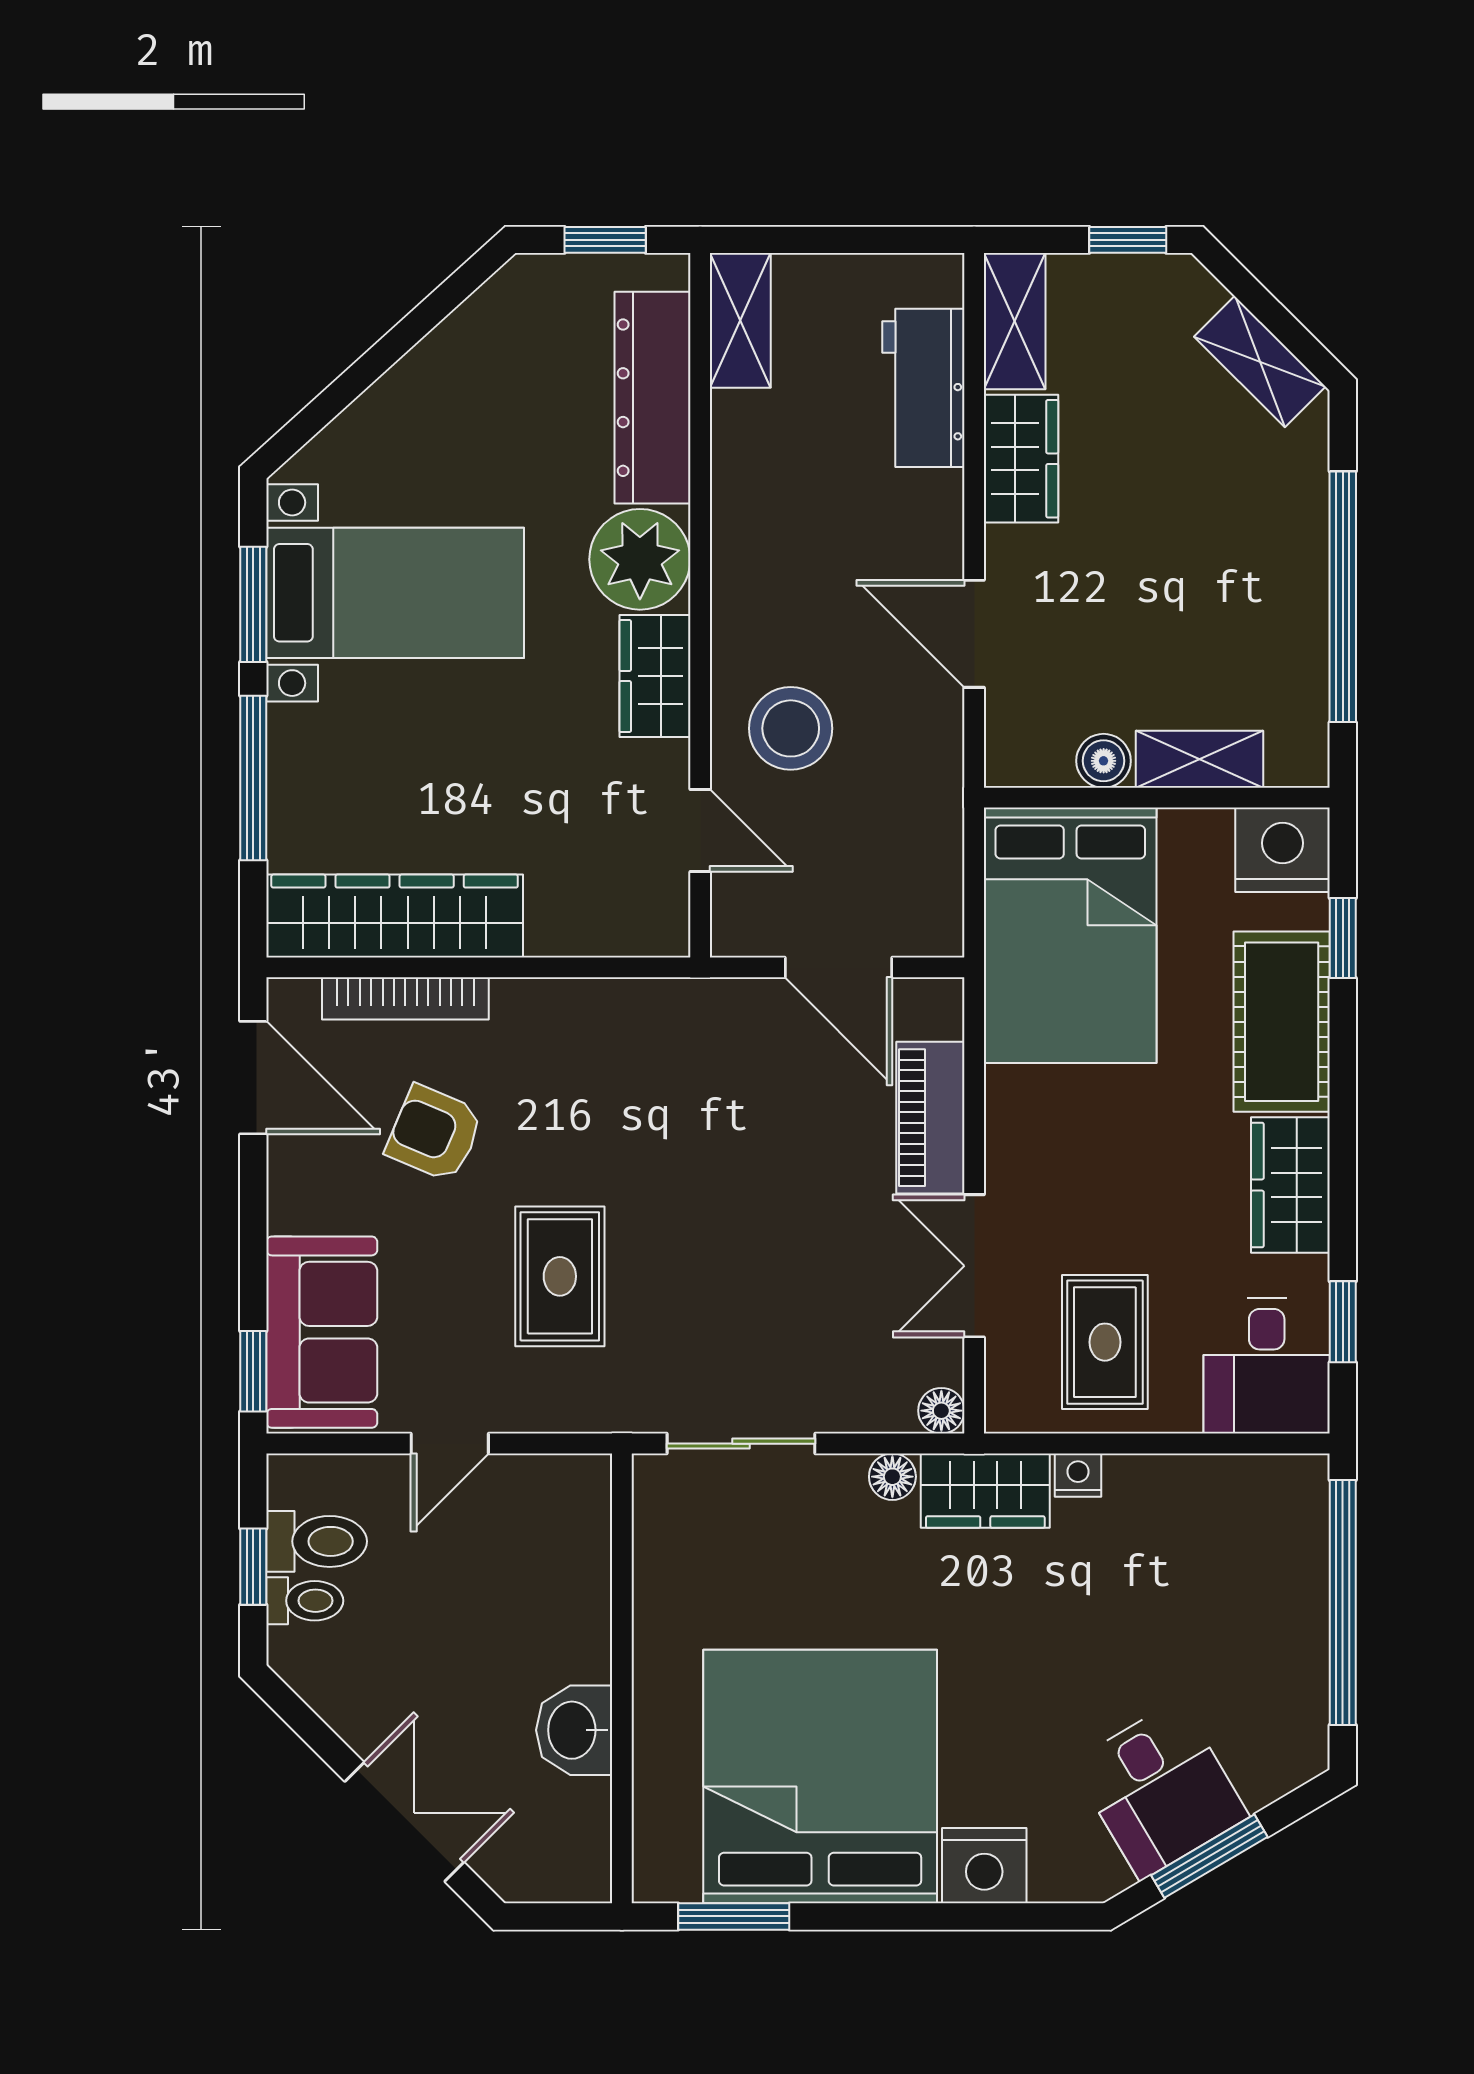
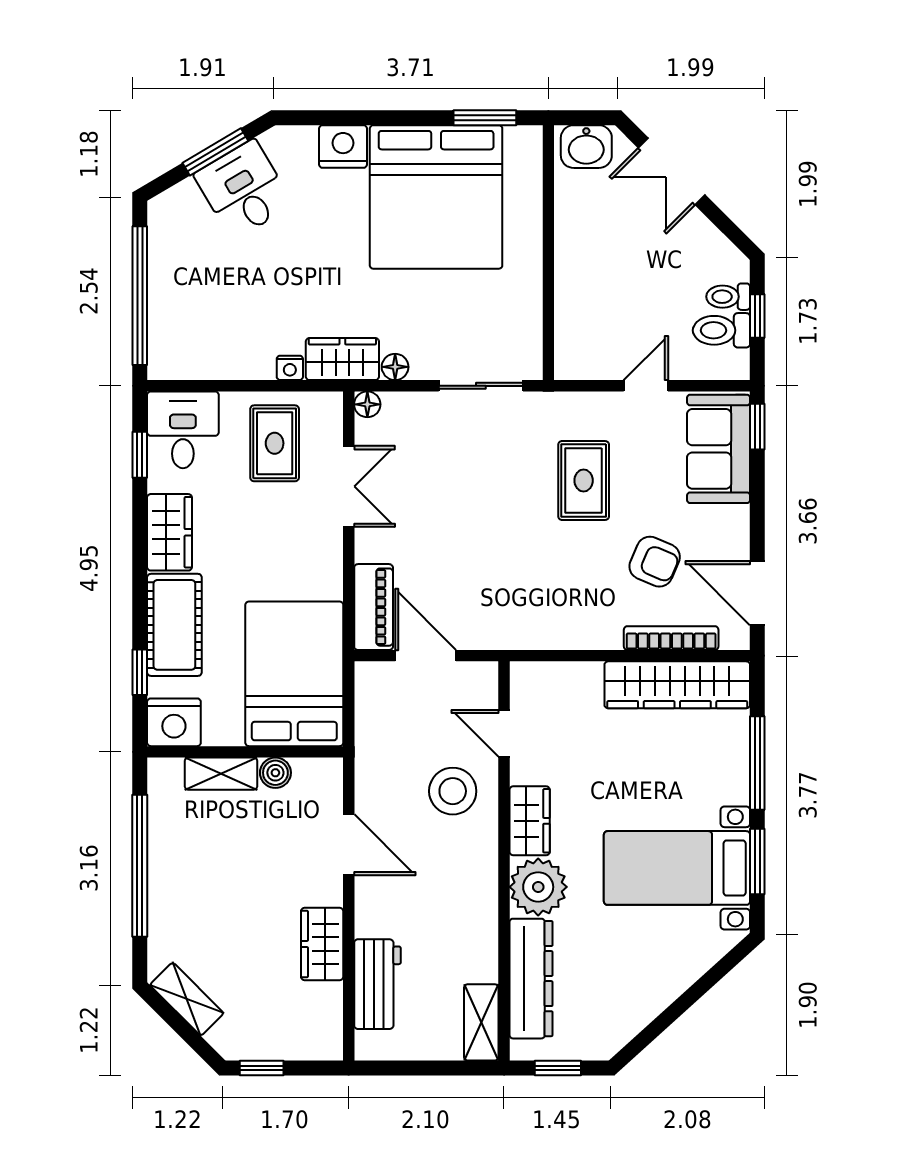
shelving: (1015, 321) -> (326, 1022), removed
piano: (930, 1118) -> (374, 607), moved
washbasin: (574, 1730) -> (586, 147), moved, turned 90

